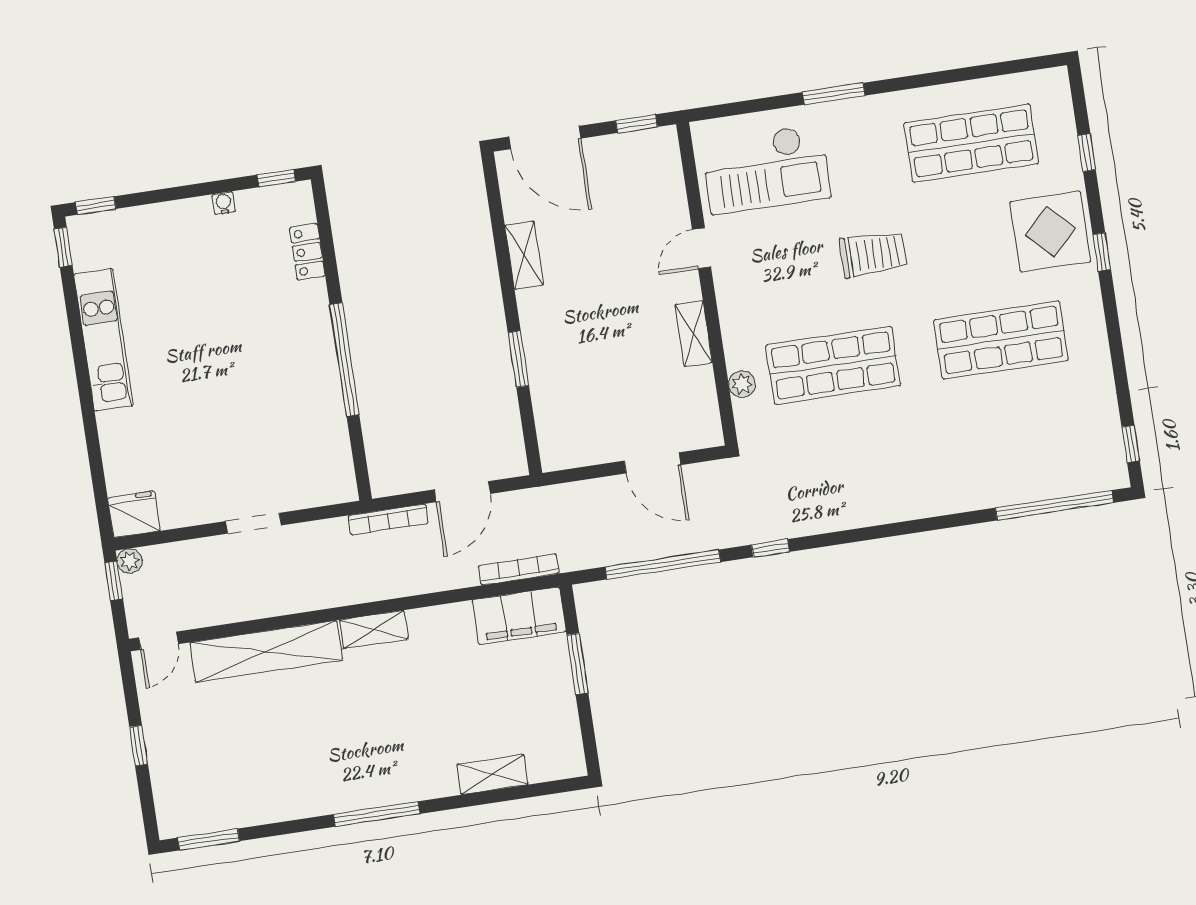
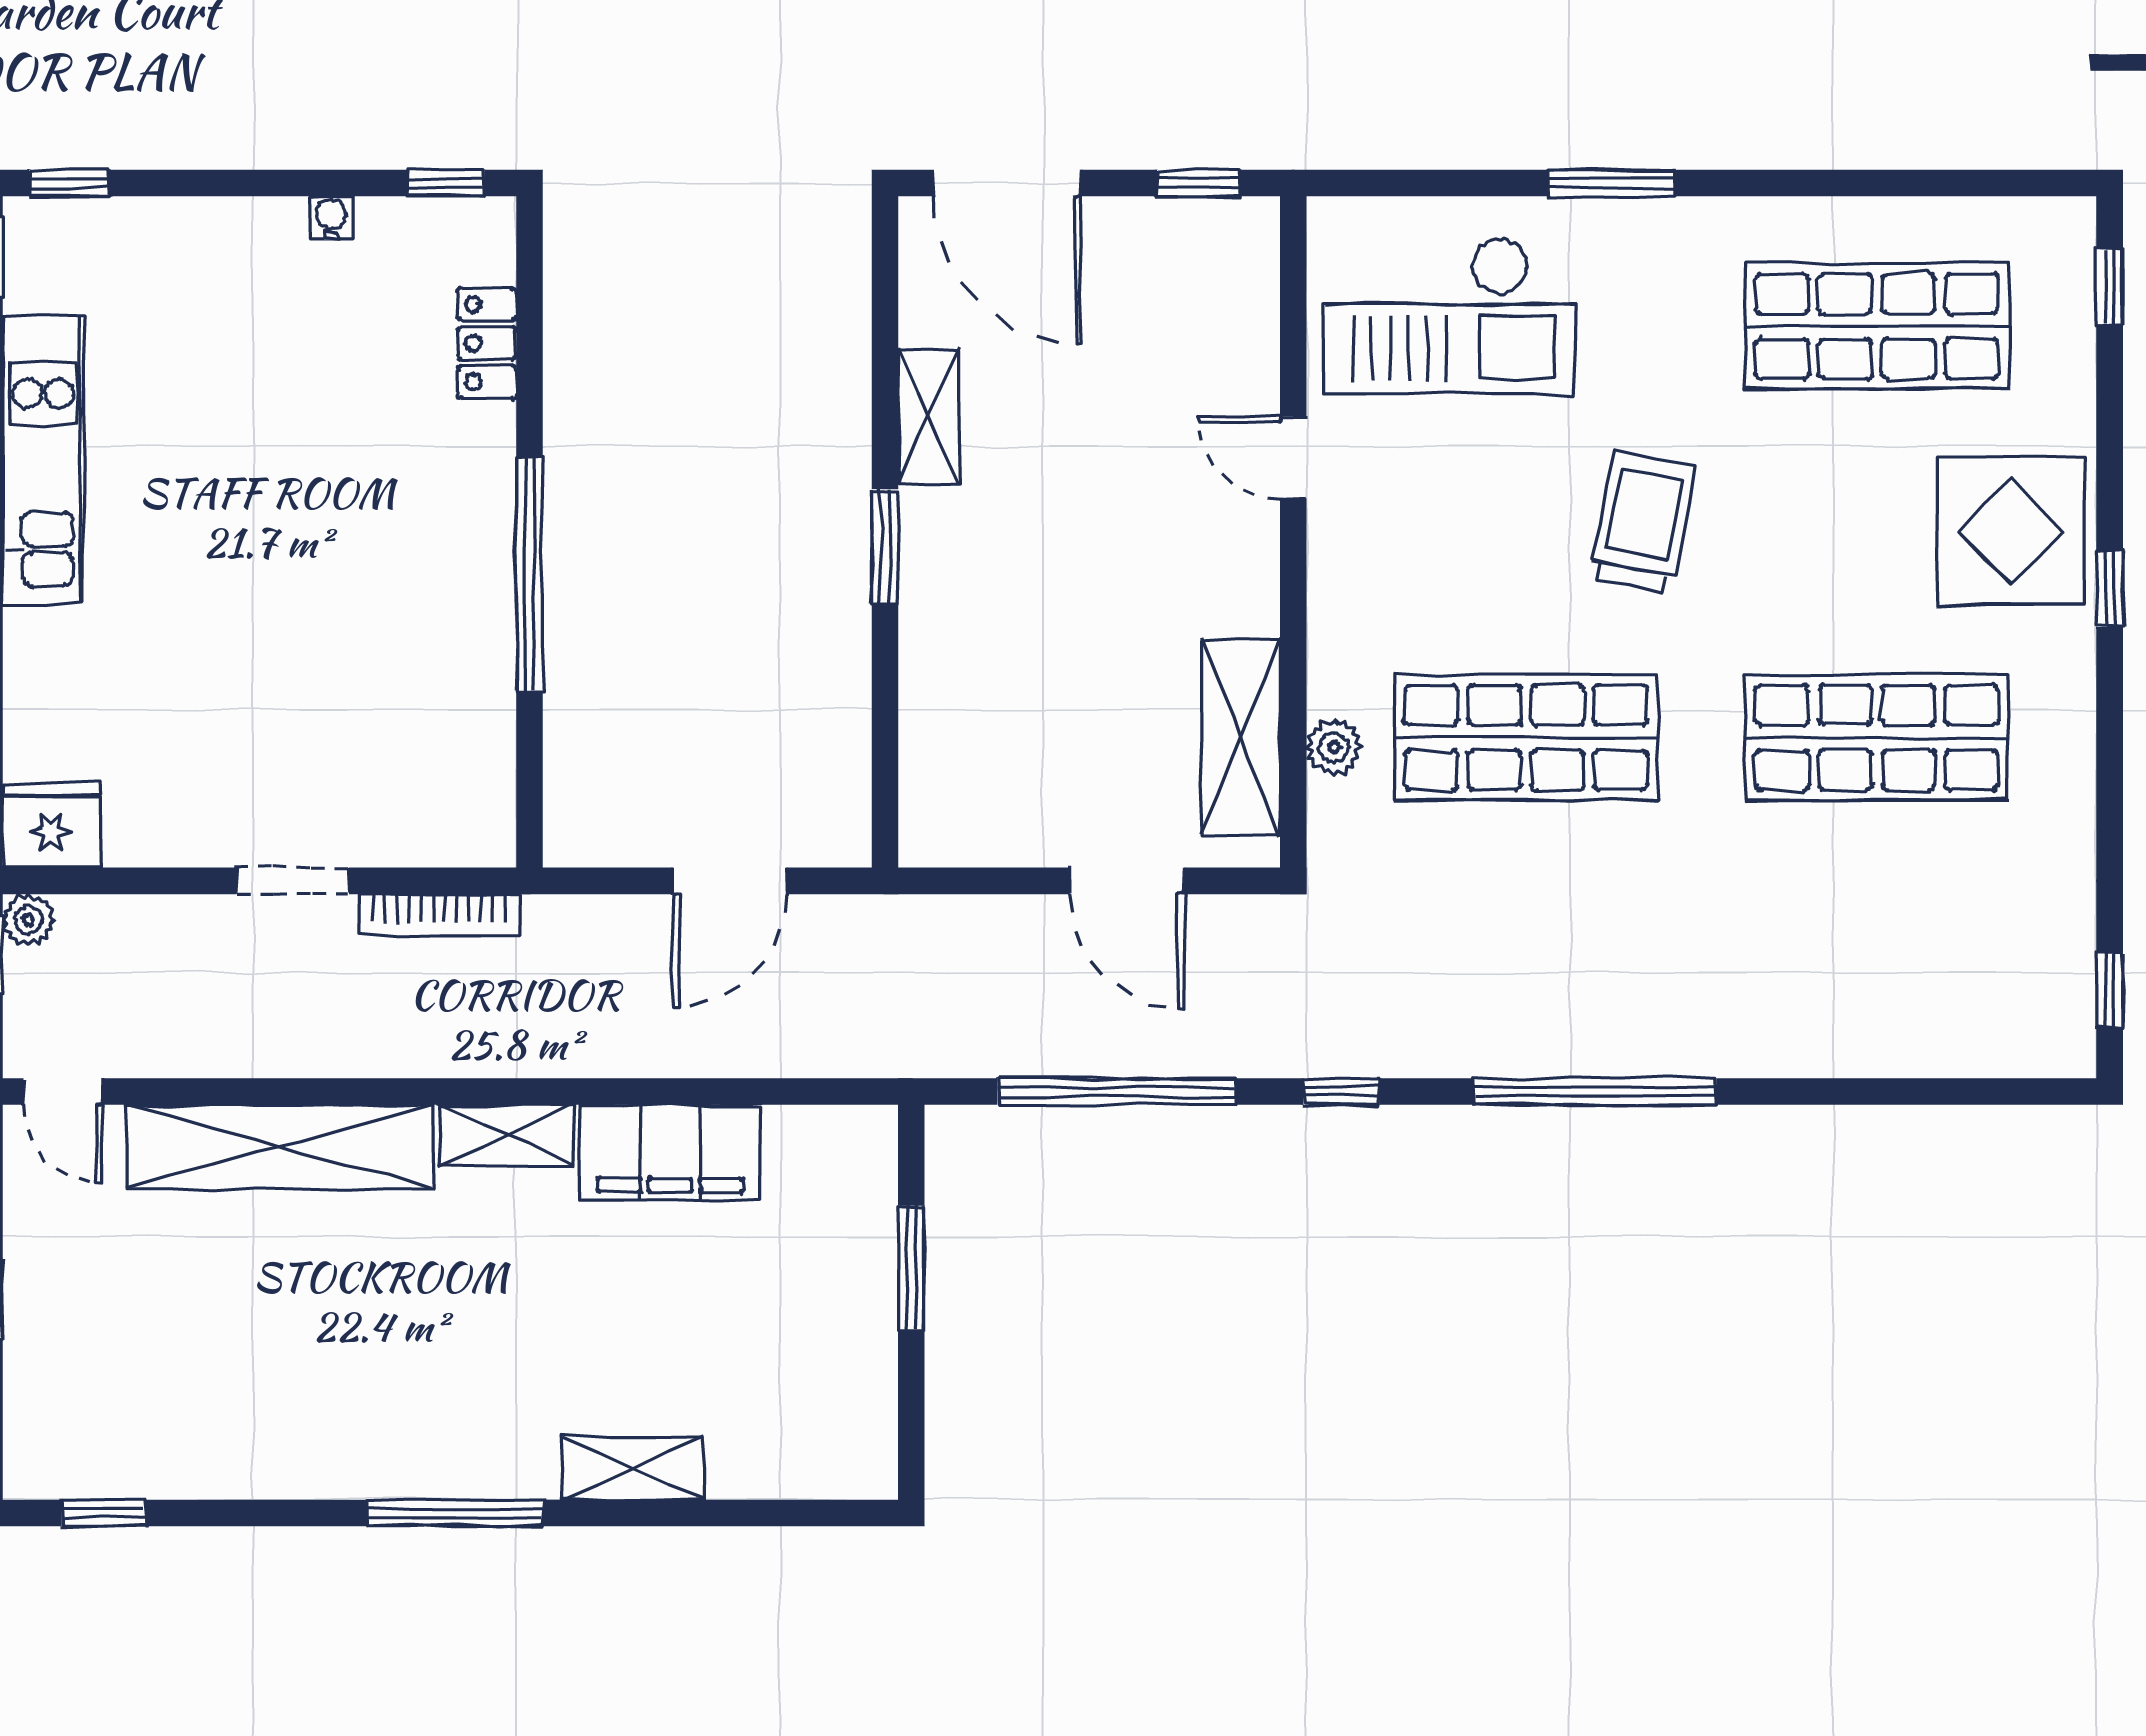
window: (1087, 153) -> (2110, 287), moved
door: (701, 248) -> (1293, 457), hinge flipped
trolley: (873, 254) -> (1643, 522), turned -79
shelving: (694, 334) -> (1241, 737), moved, width x1.50, depth x1.33
window: (518, 359) -> (885, 547), moved
window: (1054, 505) -> (1595, 1092), moved
bookcase: (388, 519) -> (439, 915), moved
bookcase: (519, 570) -> (821, 1057), removed
filing cabinet: (519, 616) -> (670, 1152), moved
door: (159, 641) -> (63, 1092), hinge flipped
shelving: (492, 775) -> (633, 1468), moved
window: (209, 839) -> (104, 1513), width x0.67

